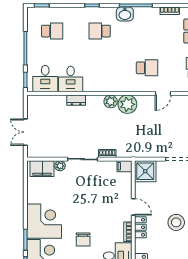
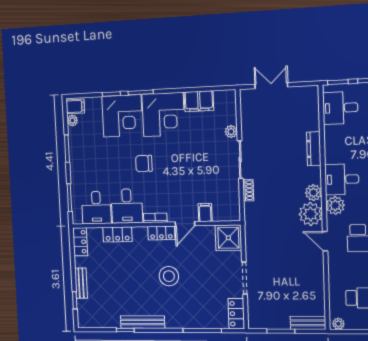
desk: (71, 79) -> (342, 179), moved
plant: (121, 85) -> (335, 205), added
door: (163, 93) -> (325, 241), moved
dresser: (76, 100) -> (314, 149), width x1.44
filing cabinet: (124, 166) -> (205, 213), moved
filing cabinet: (42, 169) -> (199, 101), moved, turned -90

